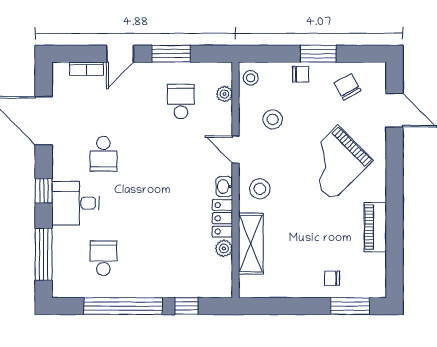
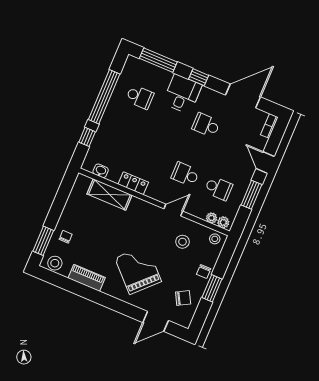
bookcase: (86, 69) -> (269, 126), moved
school desk: (181, 154) -> (185, 174), added
washbasin: (224, 187) -> (101, 171), moved
stool: (260, 189) -> (55, 263), moved
plant: (224, 248) -> (223, 222), moved

